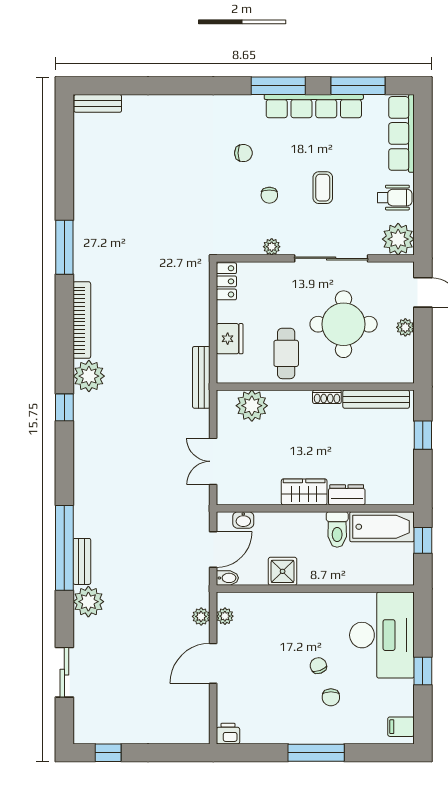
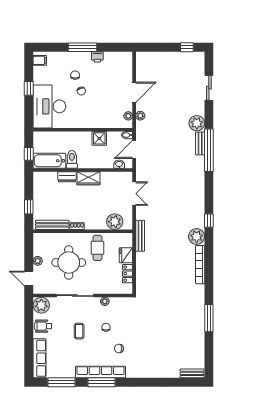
row of seats: (314, 106) -> (101, 372), moved
window: (64, 247) -> (209, 318), moved
locker: (226, 281) -> (128, 274), moved
printer: (228, 734) -> (97, 57), moved

